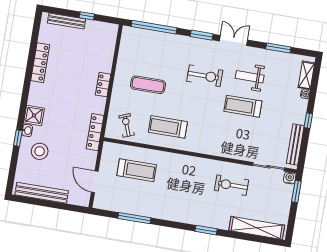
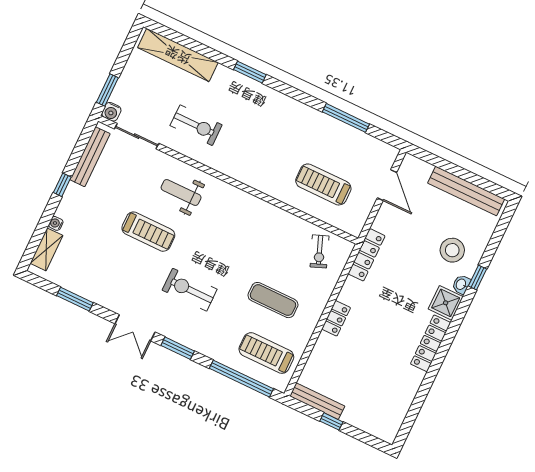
bench: (67, 21) -> (317, 401), moved
locker: (40, 63) -> (431, 343), moved
weight bench: (250, 77) -> (181, 193), moved, turned 180
treadmill: (168, 127) -> (266, 353), moved, turned 180

